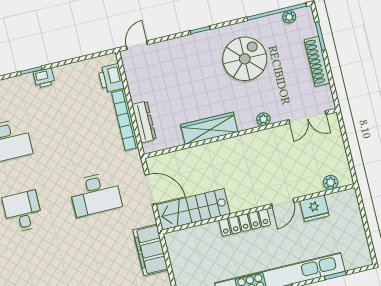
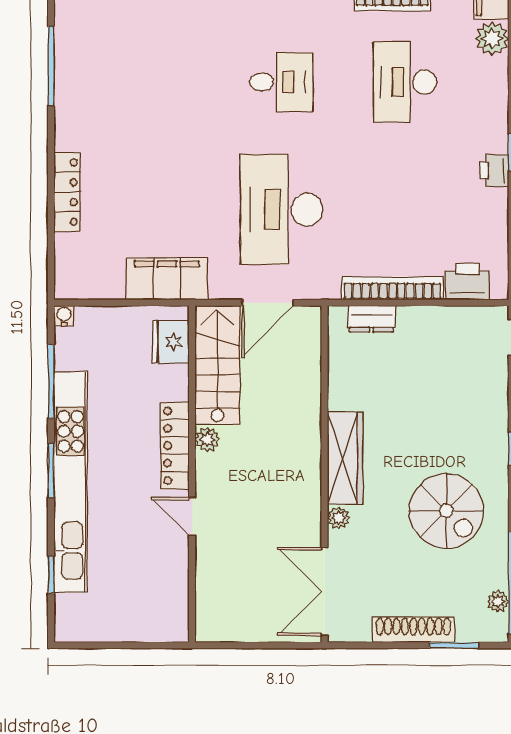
double door: (307, 117) -> (325, 591), width x1.37
dresser: (144, 122) -> (371, 319), width x0.70
wardrobe: (209, 128) -> (345, 458), moved
plant: (331, 182) -> (207, 439), moved
desk: (95, 194) -> (281, 210), width x1.36, depth x1.30
fridge: (314, 208) -> (171, 342), moved

